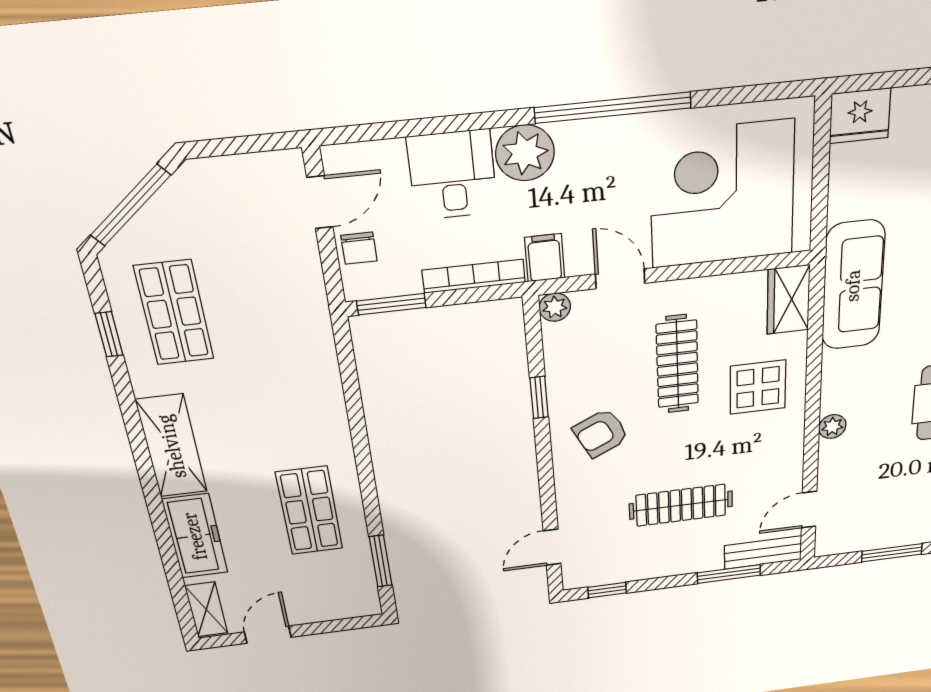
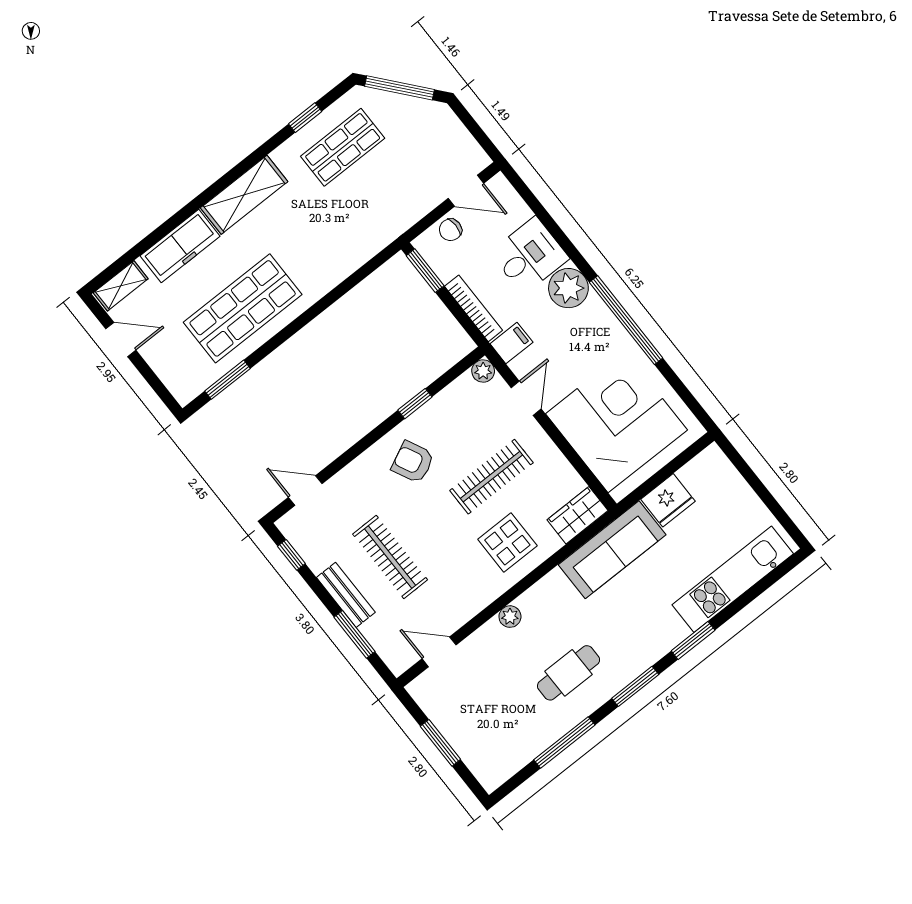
fridge: (860, 116) -> (668, 500), moved, turned -90
shop shelf: (309, 511) -> (243, 308), width x1.43, depth x1.36
bench: (763, 553) -> (346, 595), moved

